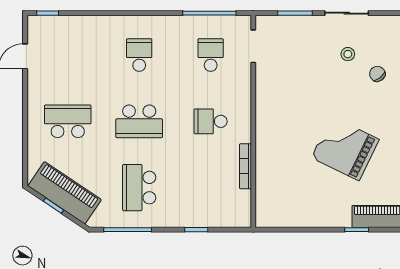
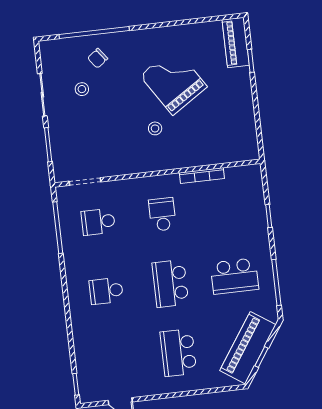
school desk: (139, 121) -> (170, 283), turned 180
school desk: (211, 121) -> (162, 214), turned 180
stool: (299, 124) -> (155, 128), added
grand piano: (345, 148) -> (174, 81), turned 121

